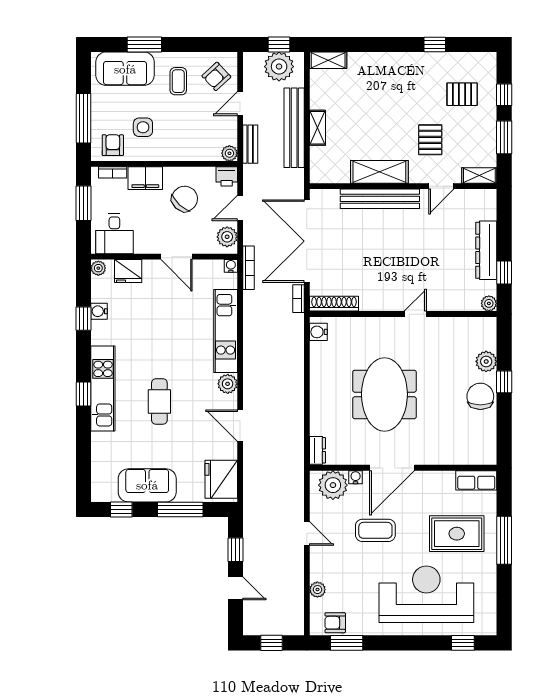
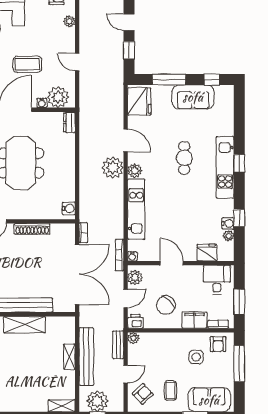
plant: (98, 268) -> (229, 236), moved
shoe rack: (334, 304) -> (32, 229), moved
plant: (258, 388) -> (113, 168), added

